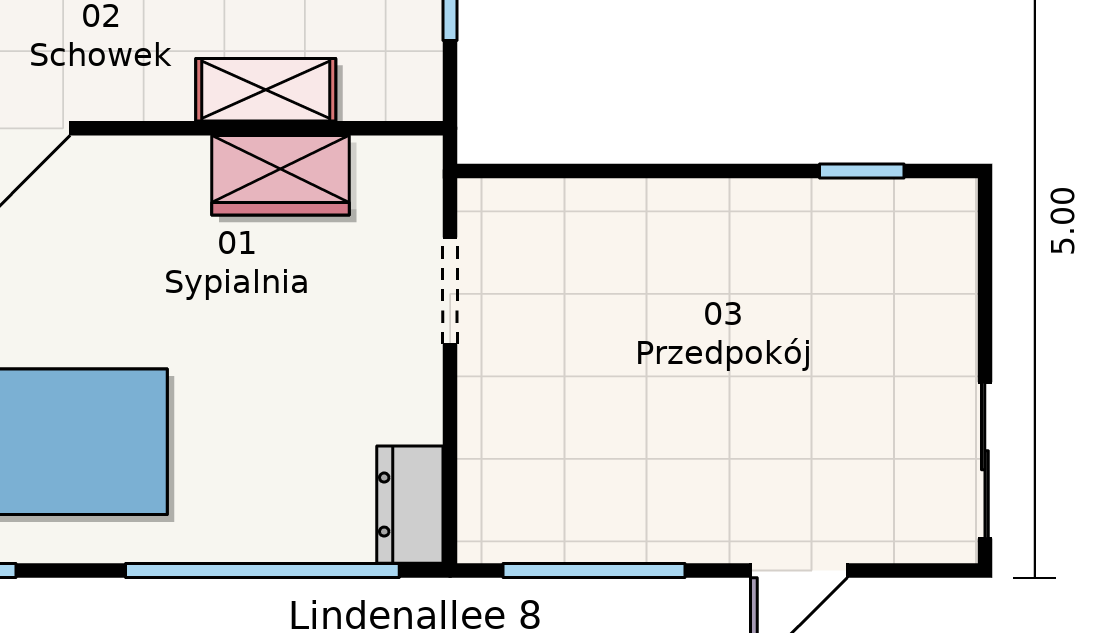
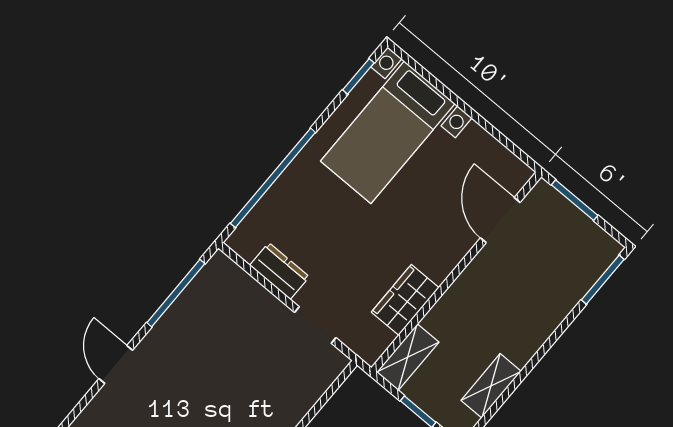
shelving: (266, 90) -> (408, 357), moved
dresser: (410, 505) -> (279, 271), moved

